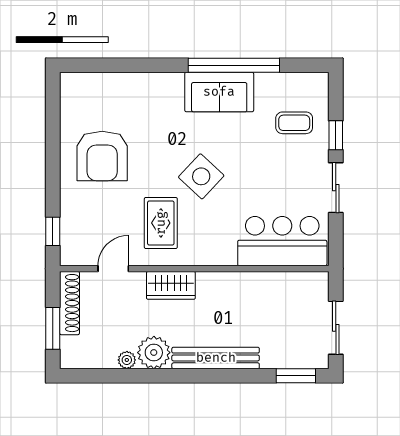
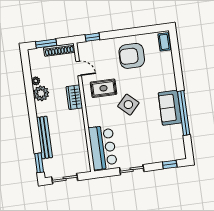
coffee table: (294, 123) -> (164, 42), moved
window: (336, 135) -> (170, 165), moved
bench: (216, 358) -> (44, 138), moved

